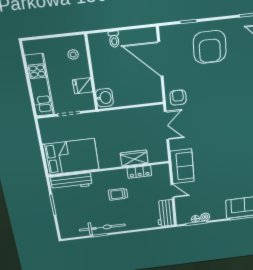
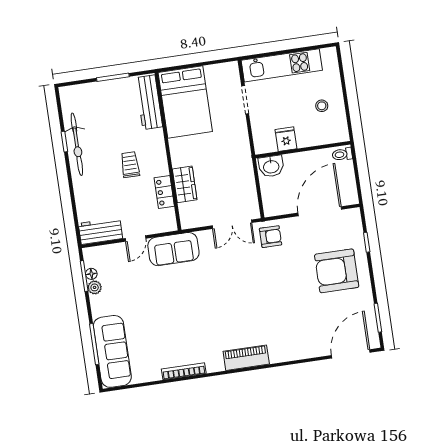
wall: (91, 73) -> (303, 150), moved
fridge: (83, 86) -> (286, 139), moved
washbasin: (105, 98) -> (271, 166), moved

